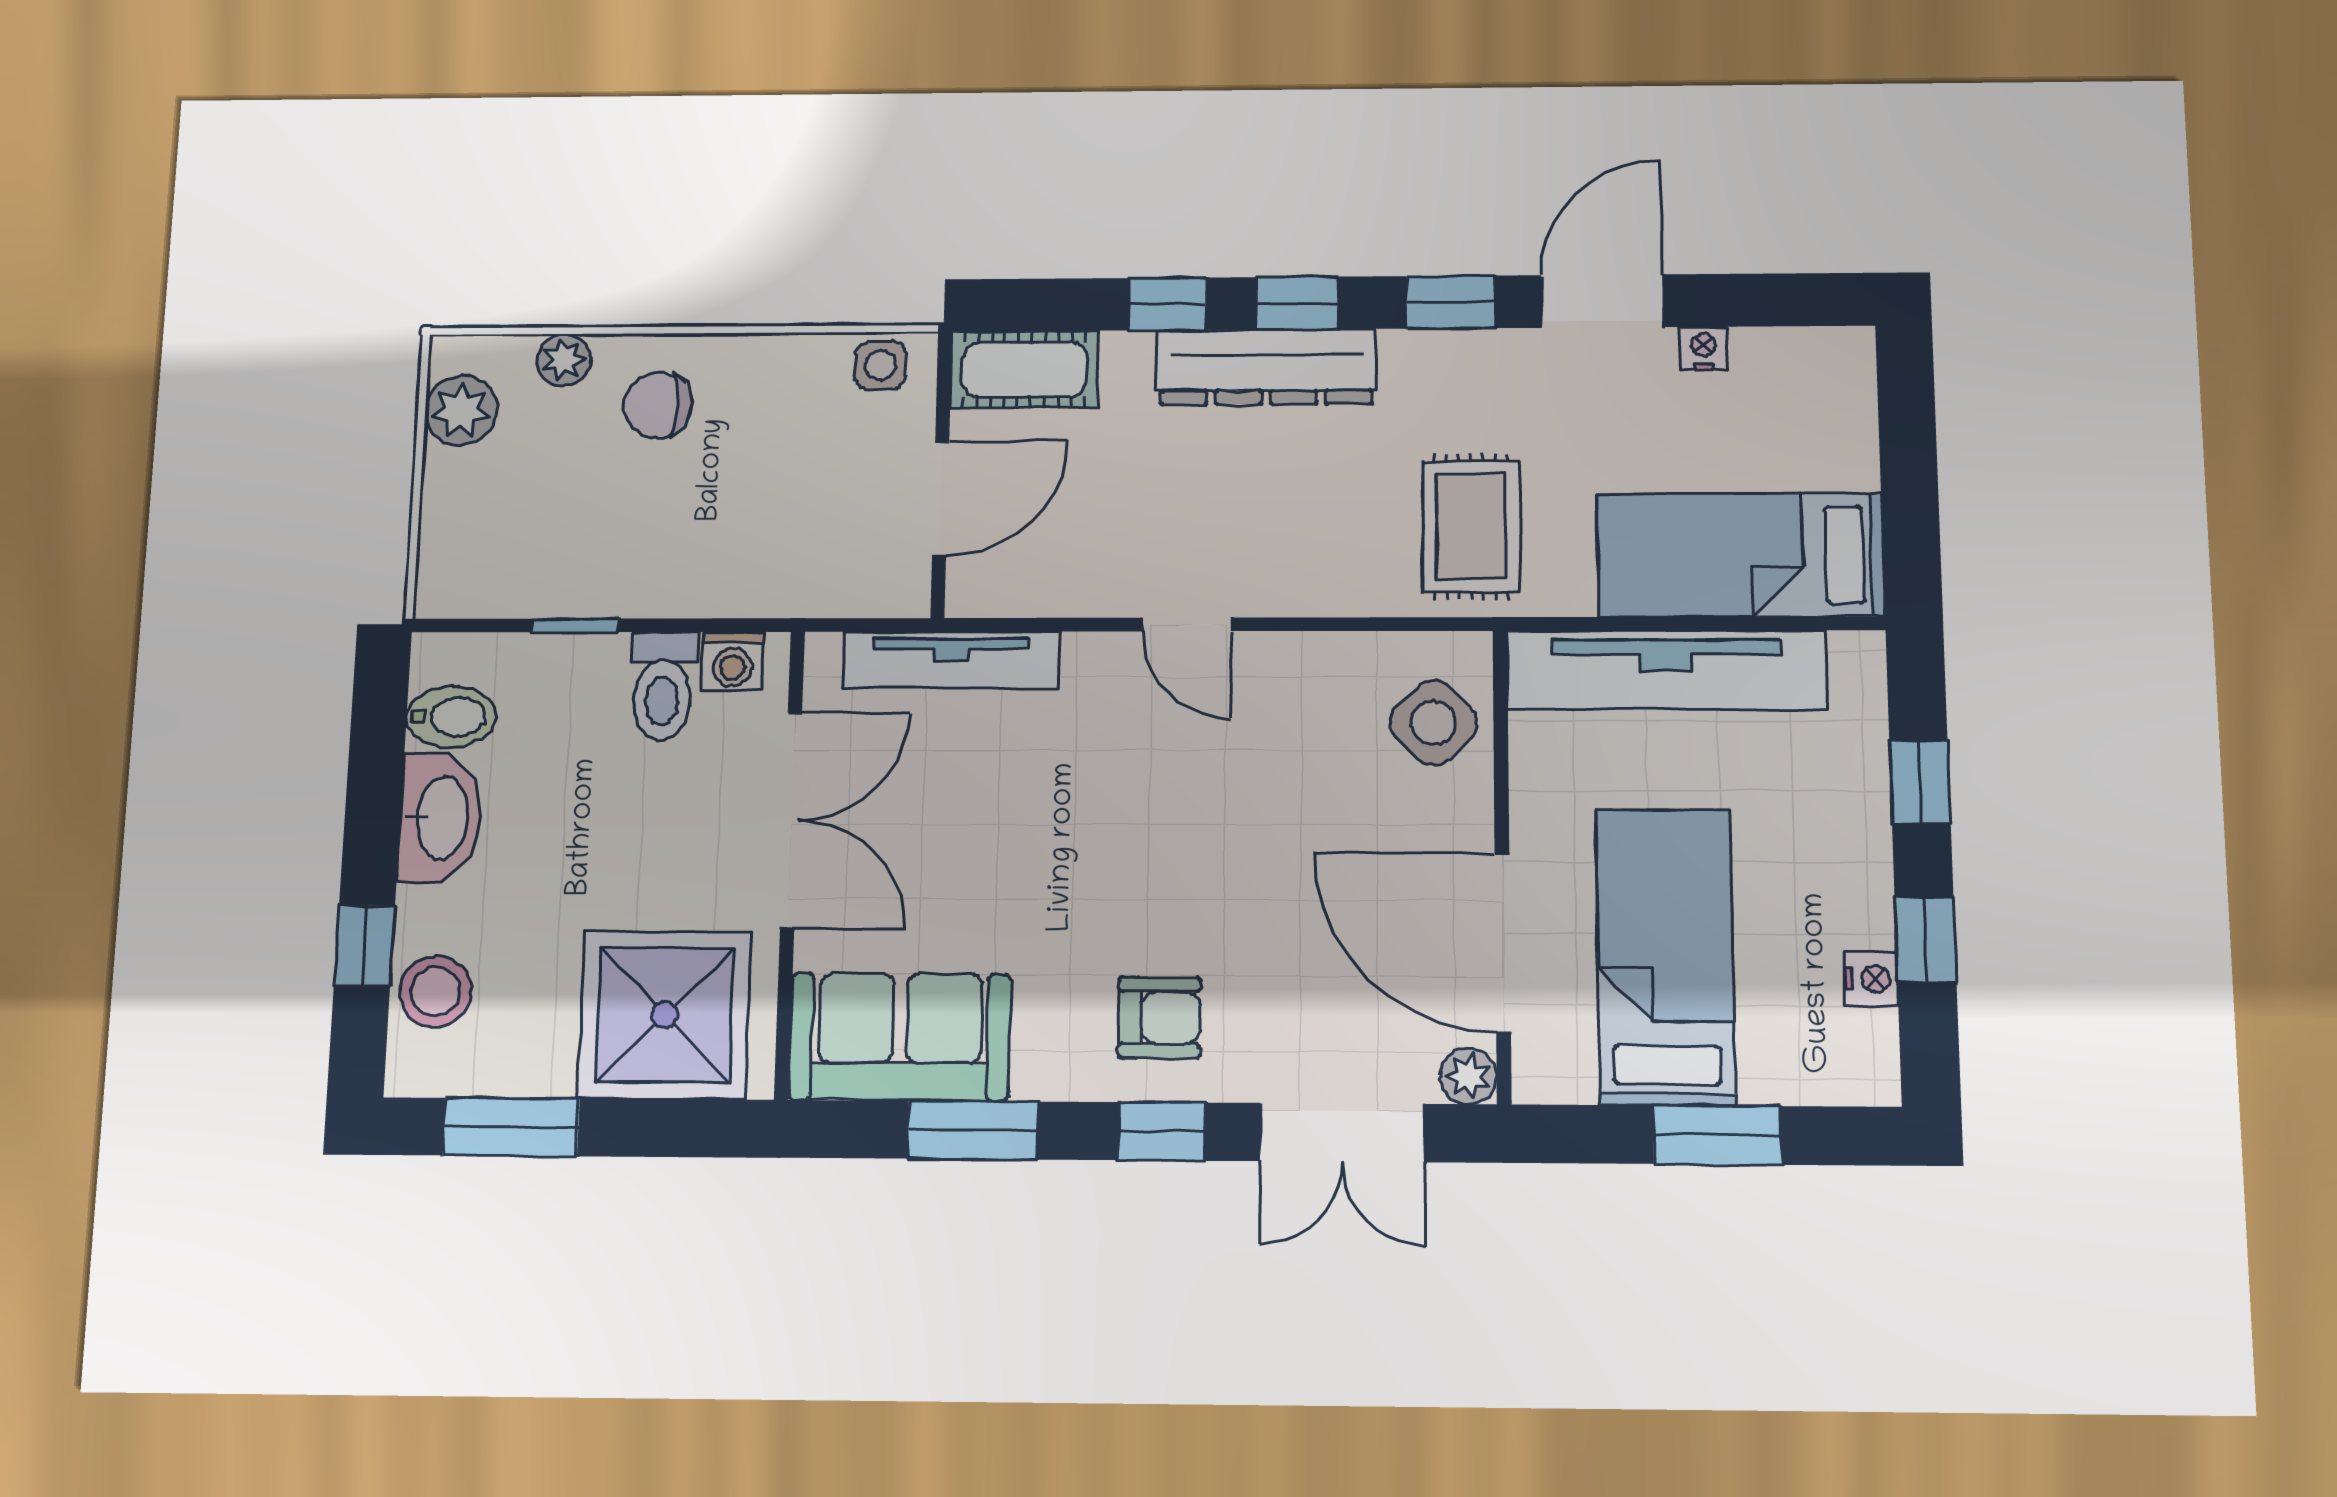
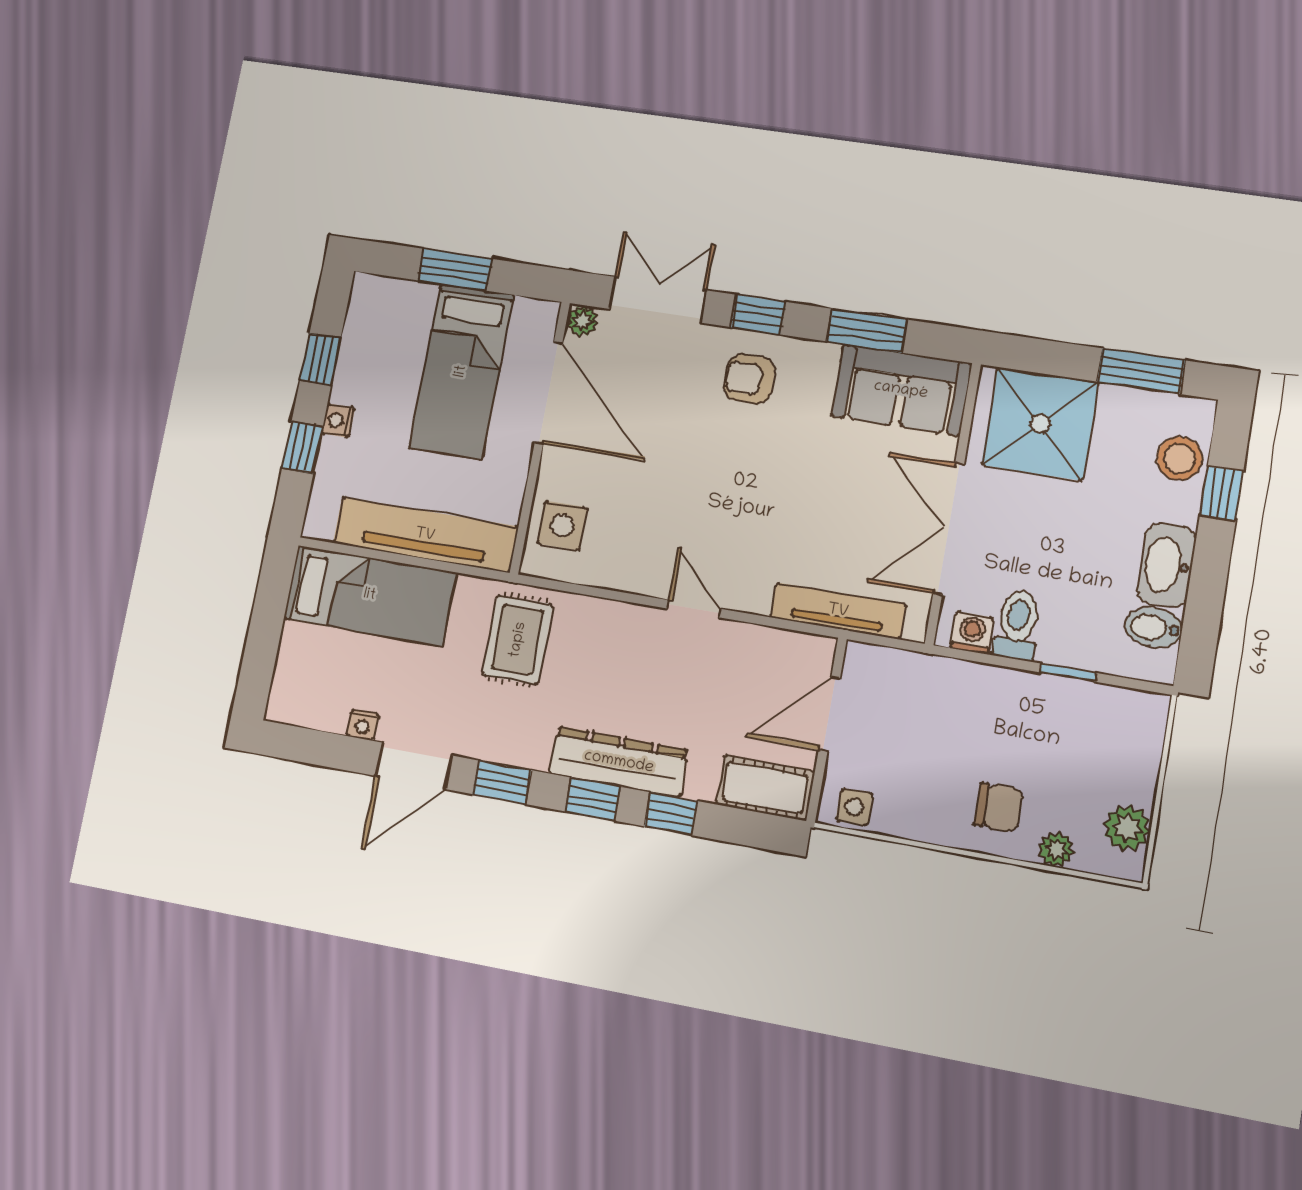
side table: (1433, 723) -> (562, 526), turned 45
nightstand: (1871, 979) -> (338, 420), moved

